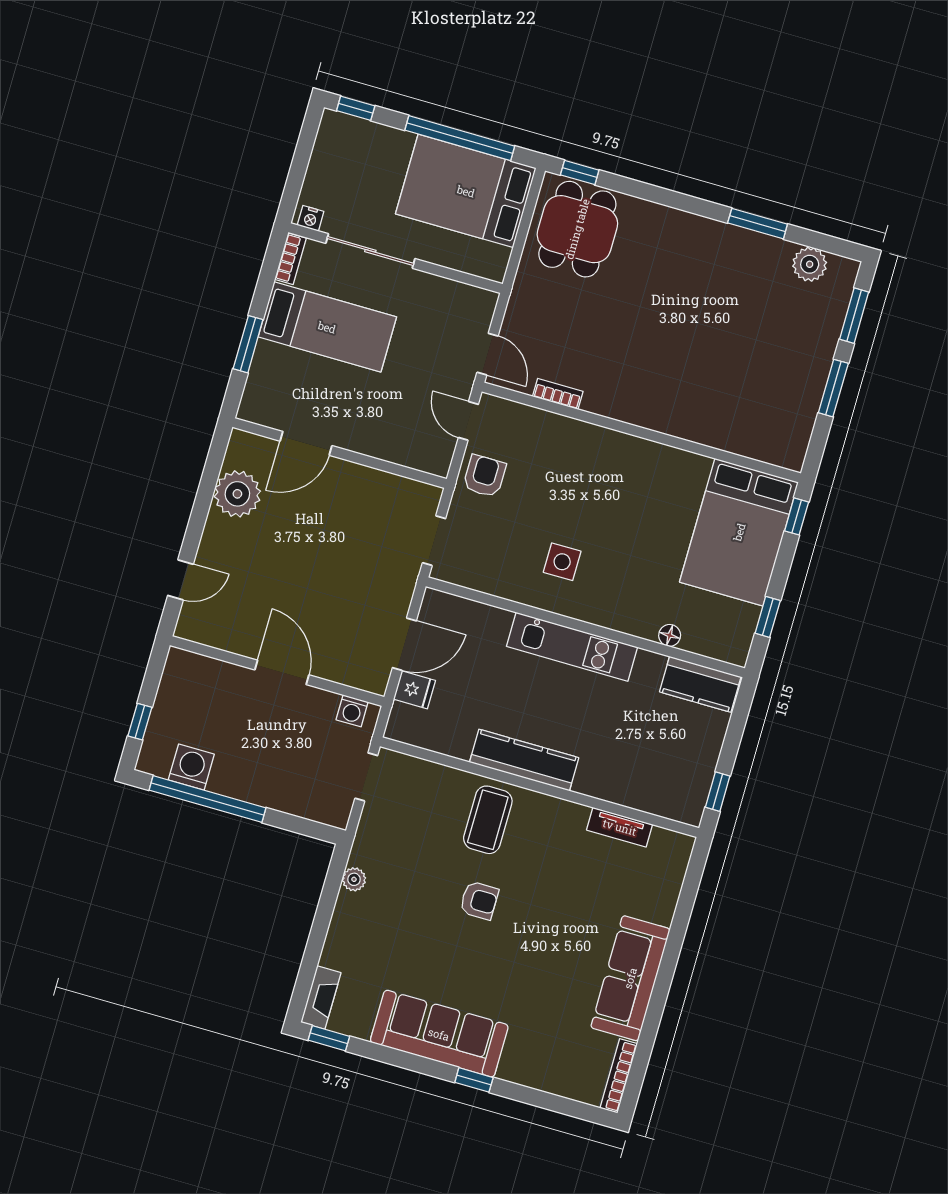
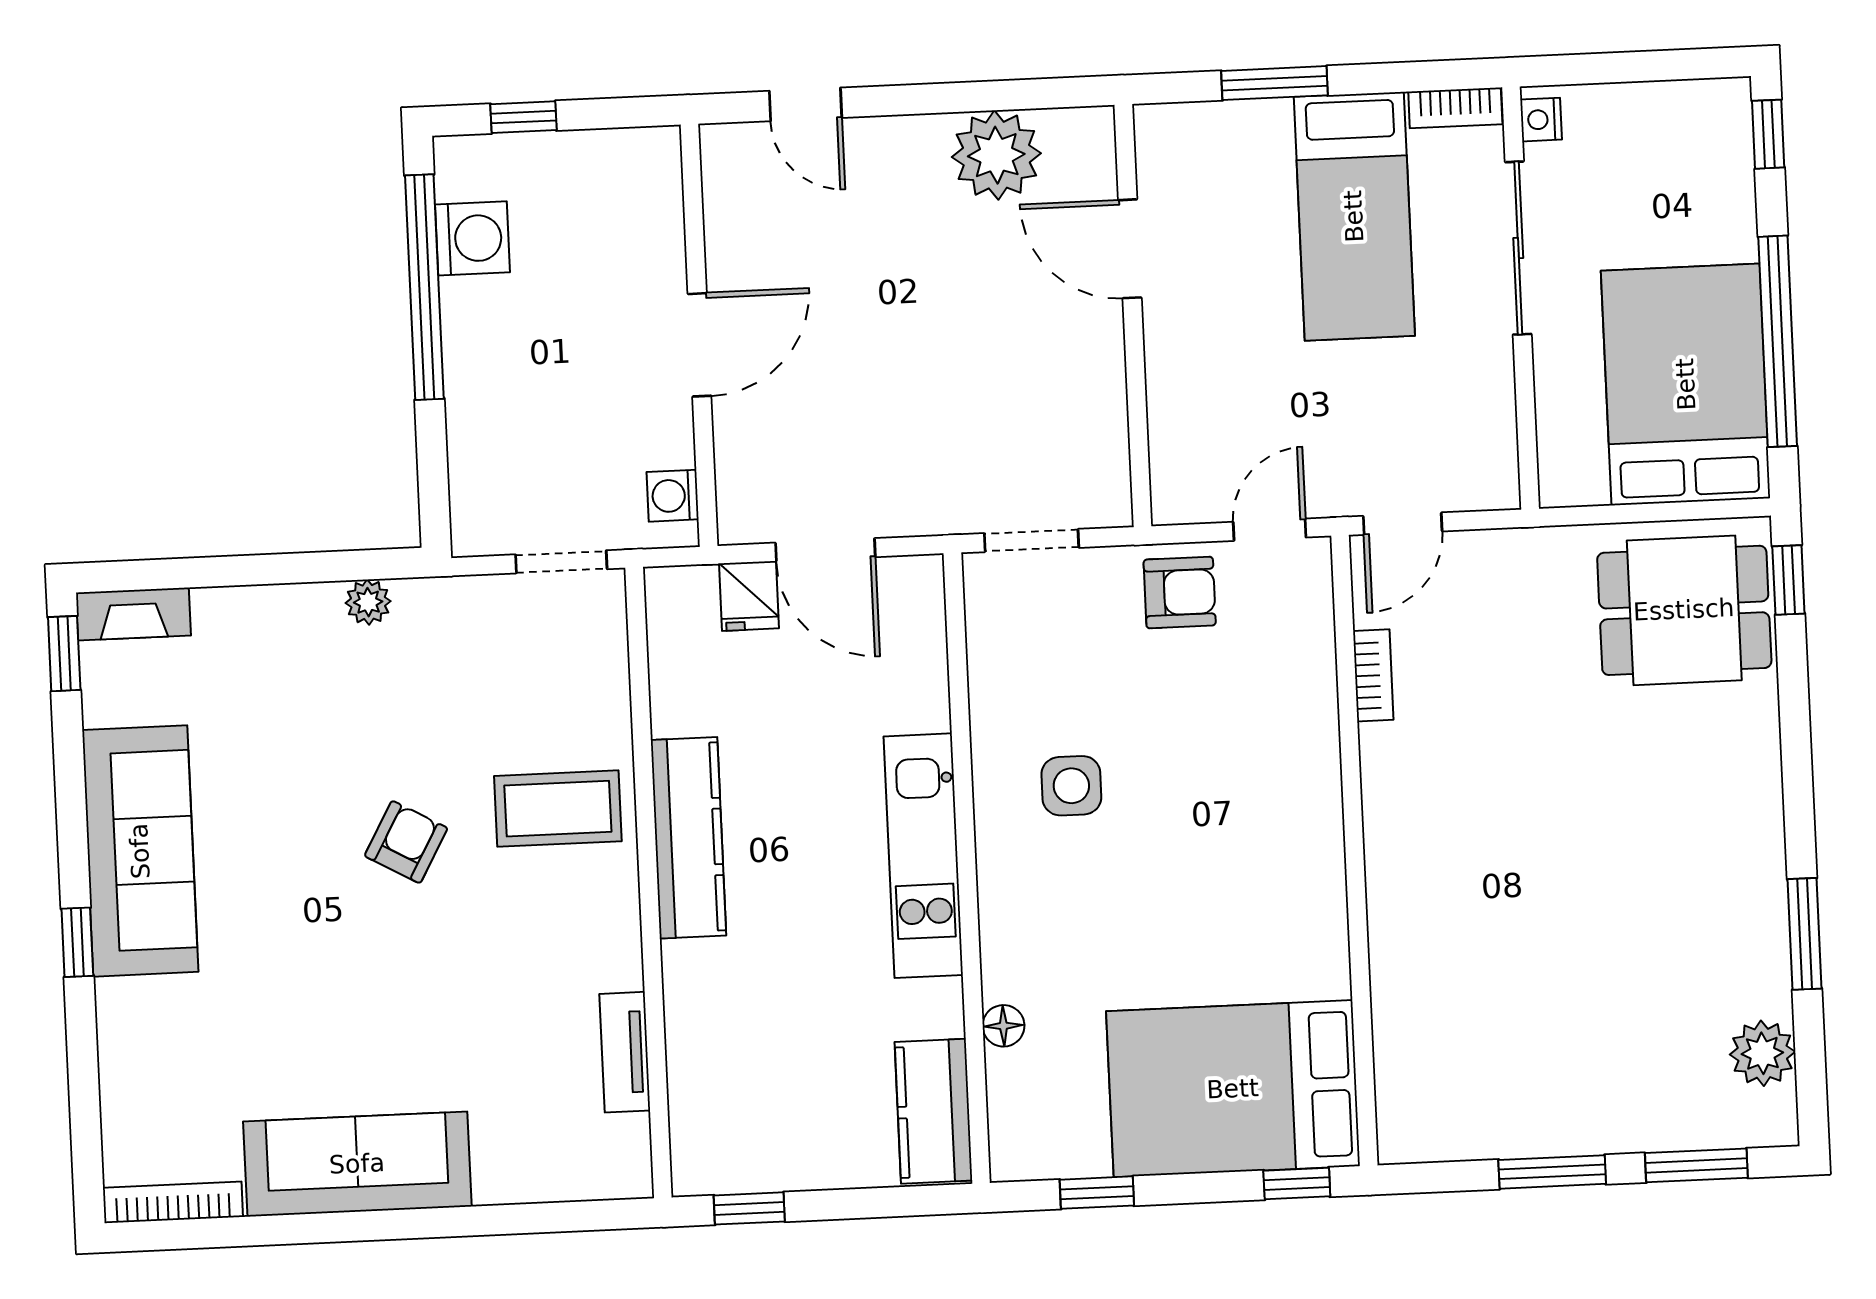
armchair: (479, 900) -> (406, 842), turned -151

